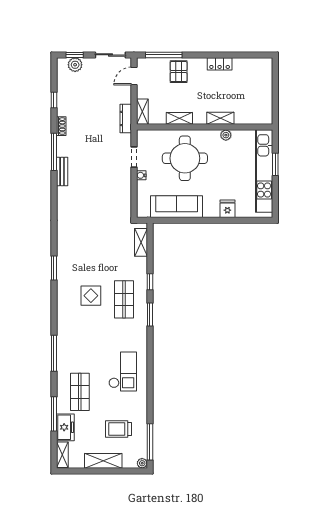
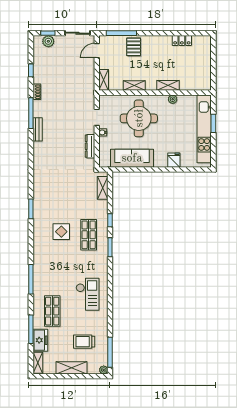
locker: (220, 64) -> (182, 40), moved
dresser: (126, 118) -> (90, 146), moved

